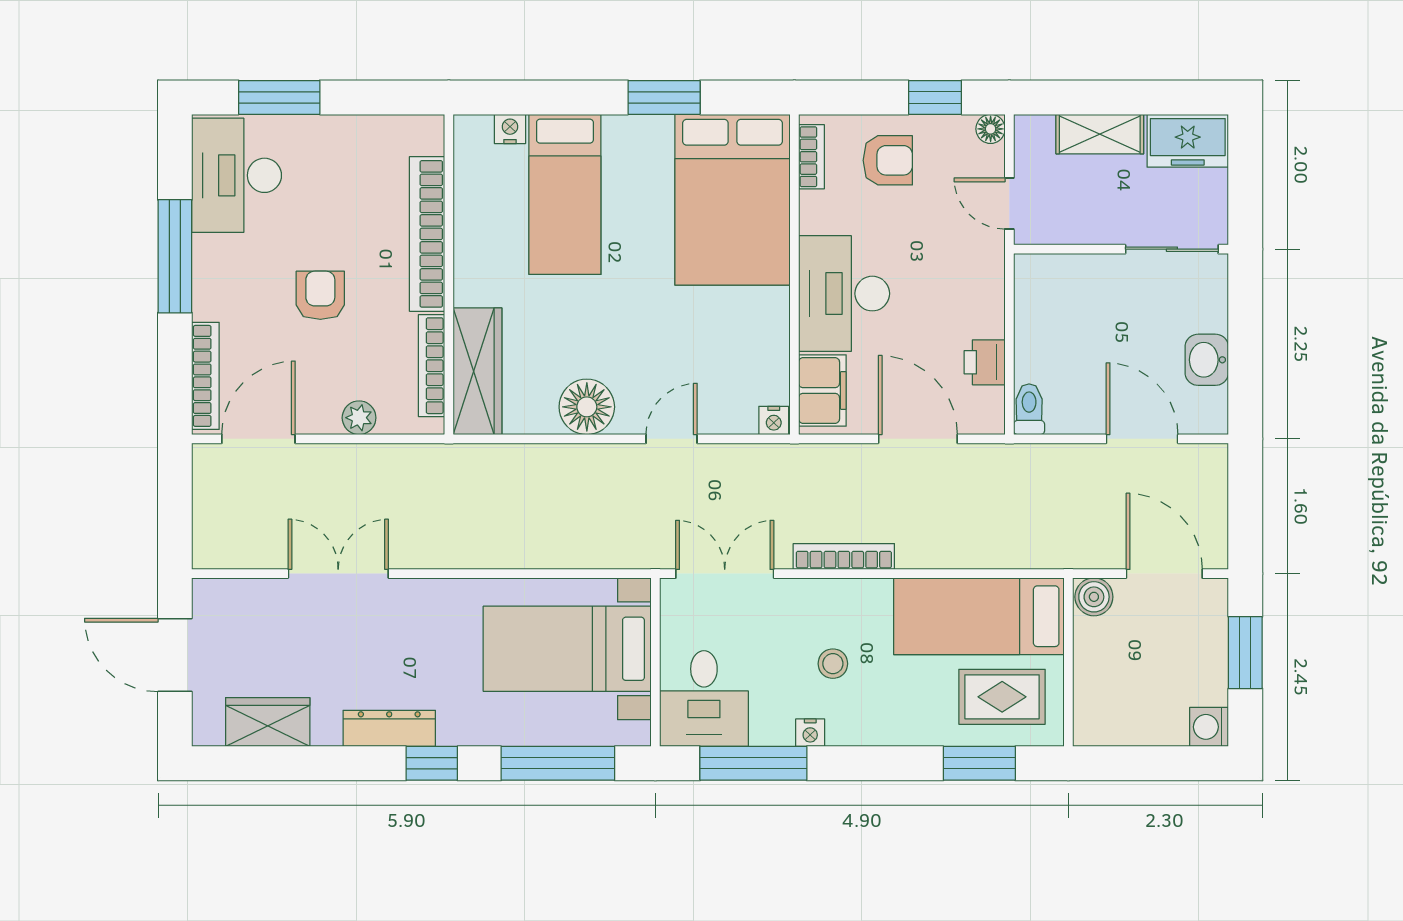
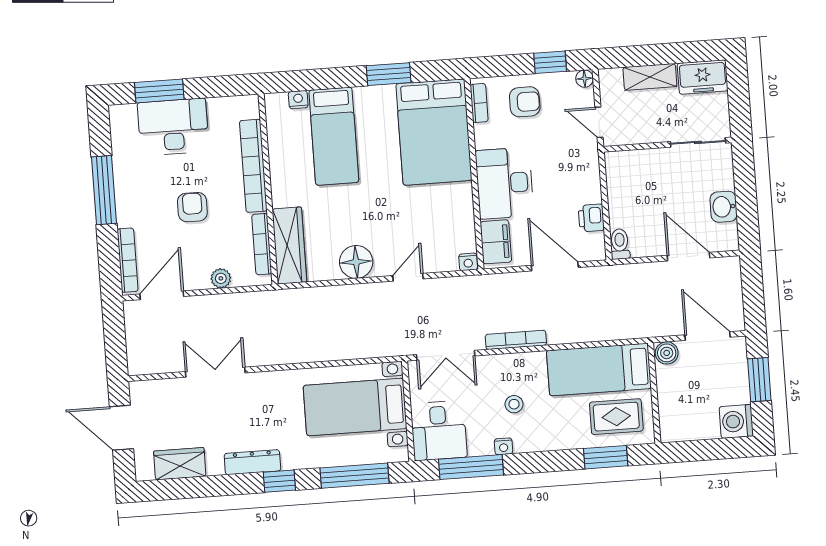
desk: (237, 175) -> (173, 127), moved, turned 90
double door: (725, 574) -> (446, 355), swing flipped
washing machine: (1209, 727) -> (736, 421), width x1.38, depth x1.38

